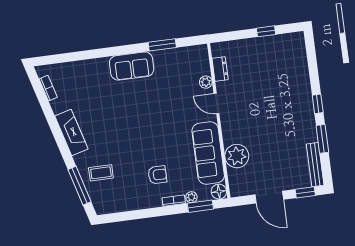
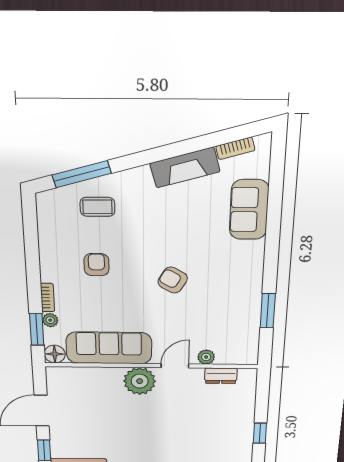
sofa: (132, 66) -> (249, 210), moved
armchair: (148, 115) -> (173, 280), added
fireplace: (71, 133) -> (185, 168), moved
plant: (237, 156) -> (140, 381), moved
coffee table: (101, 173) -> (97, 207), turned 90
armchair: (157, 175) -> (96, 265), moved, turned 180

